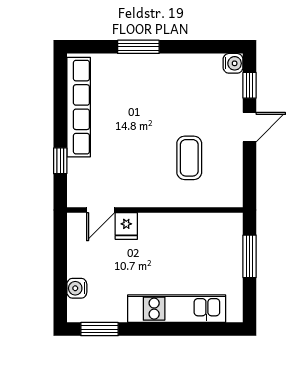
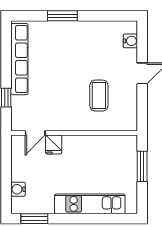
water cooler: (233, 63) -> (130, 41), moved
window: (250, 85) -> (142, 43), removed

